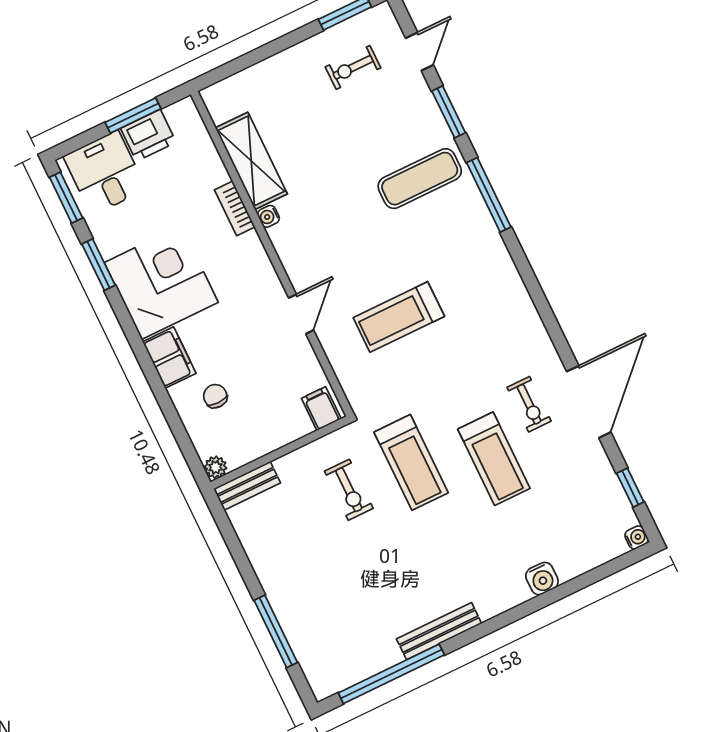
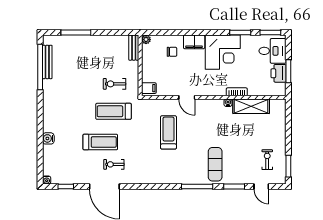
treadmill: (494, 459) -> (100, 142), turned 180
bench: (439, 631) -> (47, 62), moved

